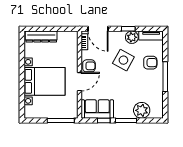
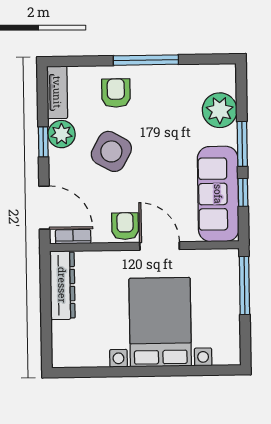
door: (98, 29) -> (44, 208), hinge flipped
dresser: (41, 37) -> (62, 285), moved
sofa: (97, 109) -> (218, 194), width x1.36

